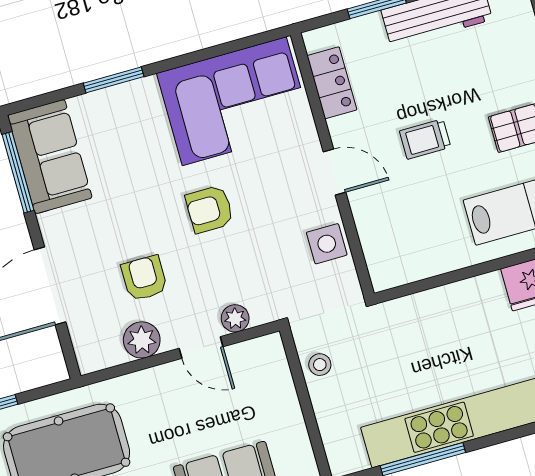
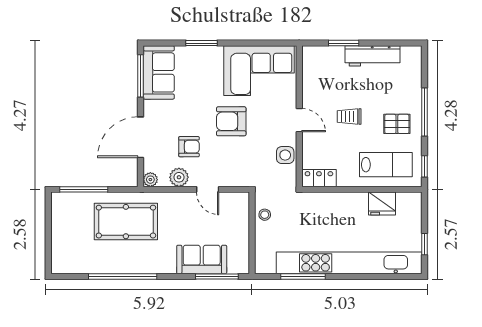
locker: (332, 83) -> (319, 178), moved, turned -90
armchair: (209, 209) -> (231, 121), width x1.38, depth x1.38
armchair: (144, 278) -> (189, 147), turned 90
plant: (235, 318) -> (150, 180), moved

